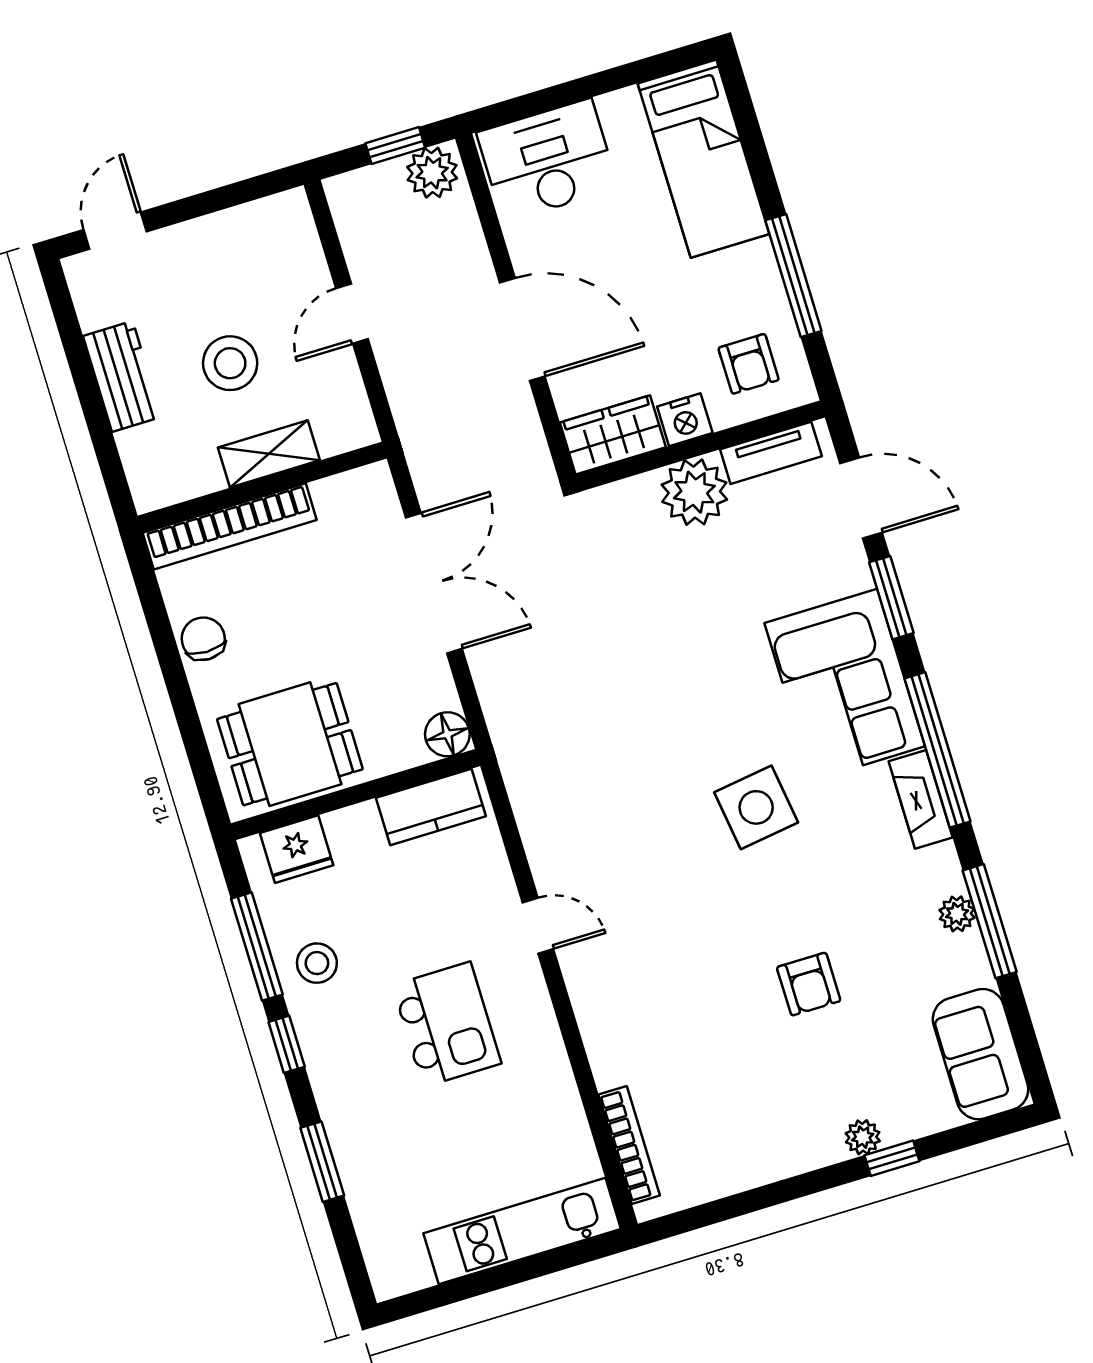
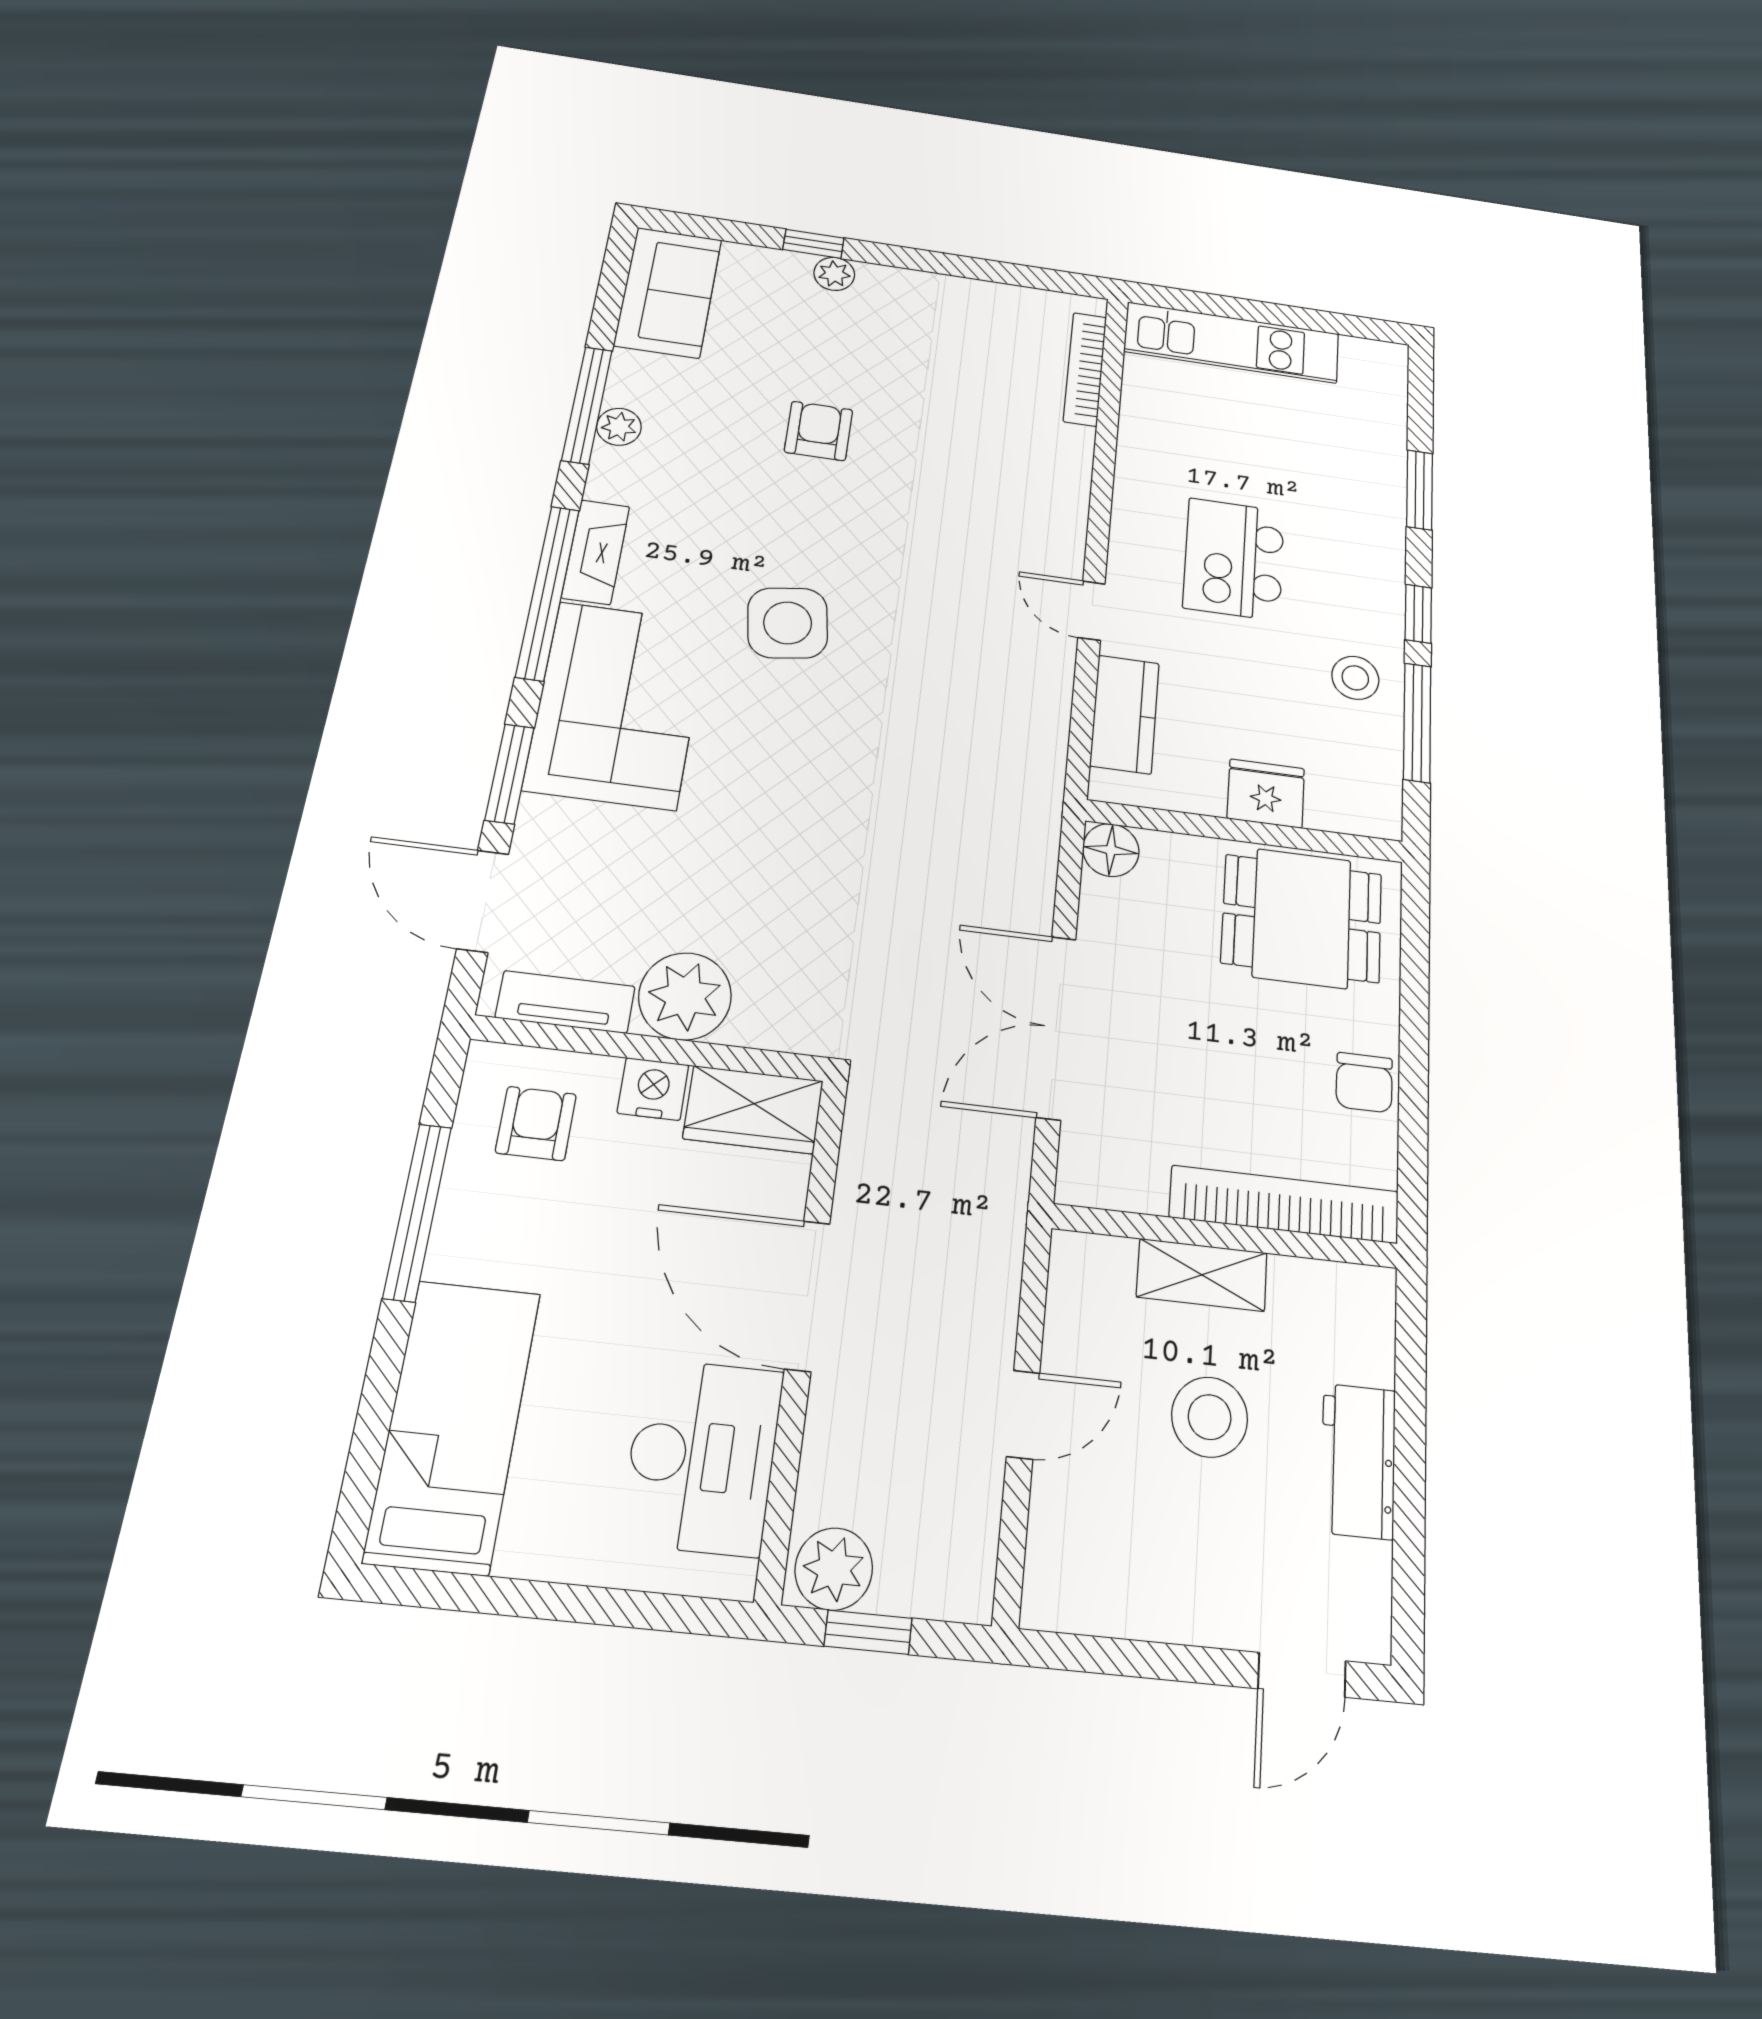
desk: (547, 160) -> (702, 1456), moved, turned -90
kitchen counter: (431, 807) -> (1125, 714), moved, turned 90
fridge: (297, 849) -> (1266, 793), moved

